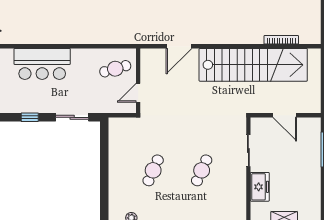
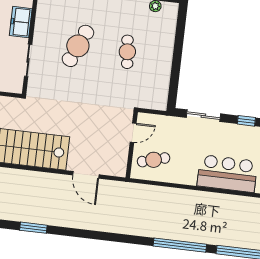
door: (179, 46) -> (86, 175), swing flipped
cafe table: (153, 170) -> (127, 52), turned -30
cafe table: (202, 170) -> (78, 46), width x1.37, depth x1.35

